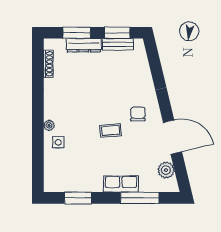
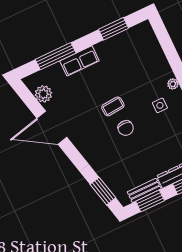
window: (154, 61) -> (103, 191), added
chair: (138, 114) -> (126, 128), moved
side table: (58, 142) -> (160, 105), moved

